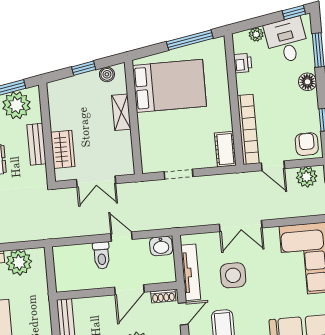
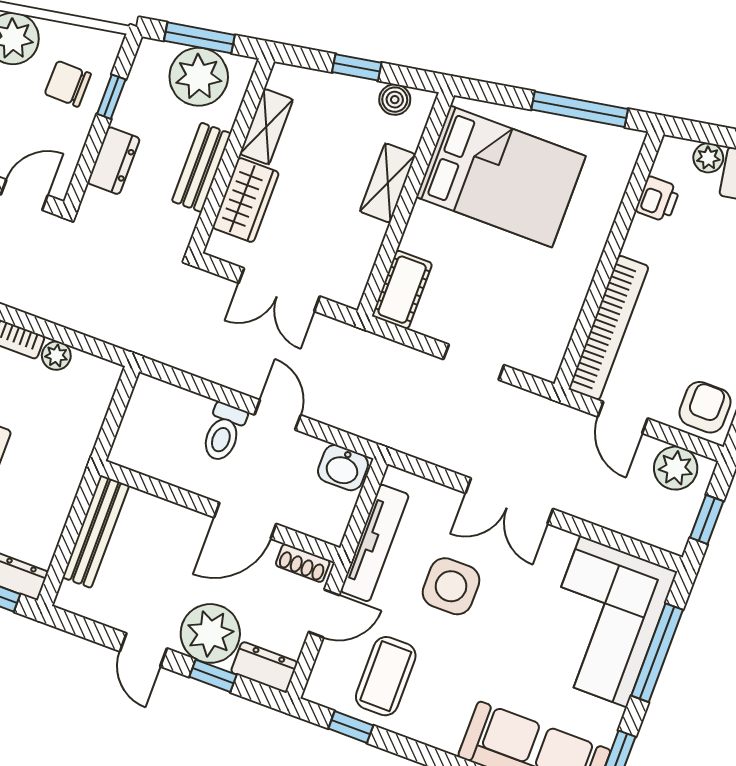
shelving: (56, 113) -> (266, 127), added
cot: (225, 149) -> (402, 290), moved
doorway: (178, 174) -> (474, 362), moved
plant: (19, 262) -> (56, 356), width x0.53, depth x0.53

